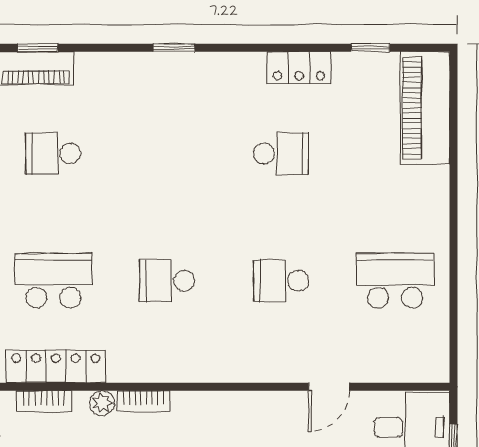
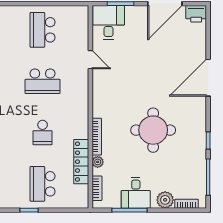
school desk: (281, 281) -> (43, 81), width x1.85
locker: (56, 366) -> (81, 162), moved
bookcase: (143, 401) -> (97, 137), width x1.56

